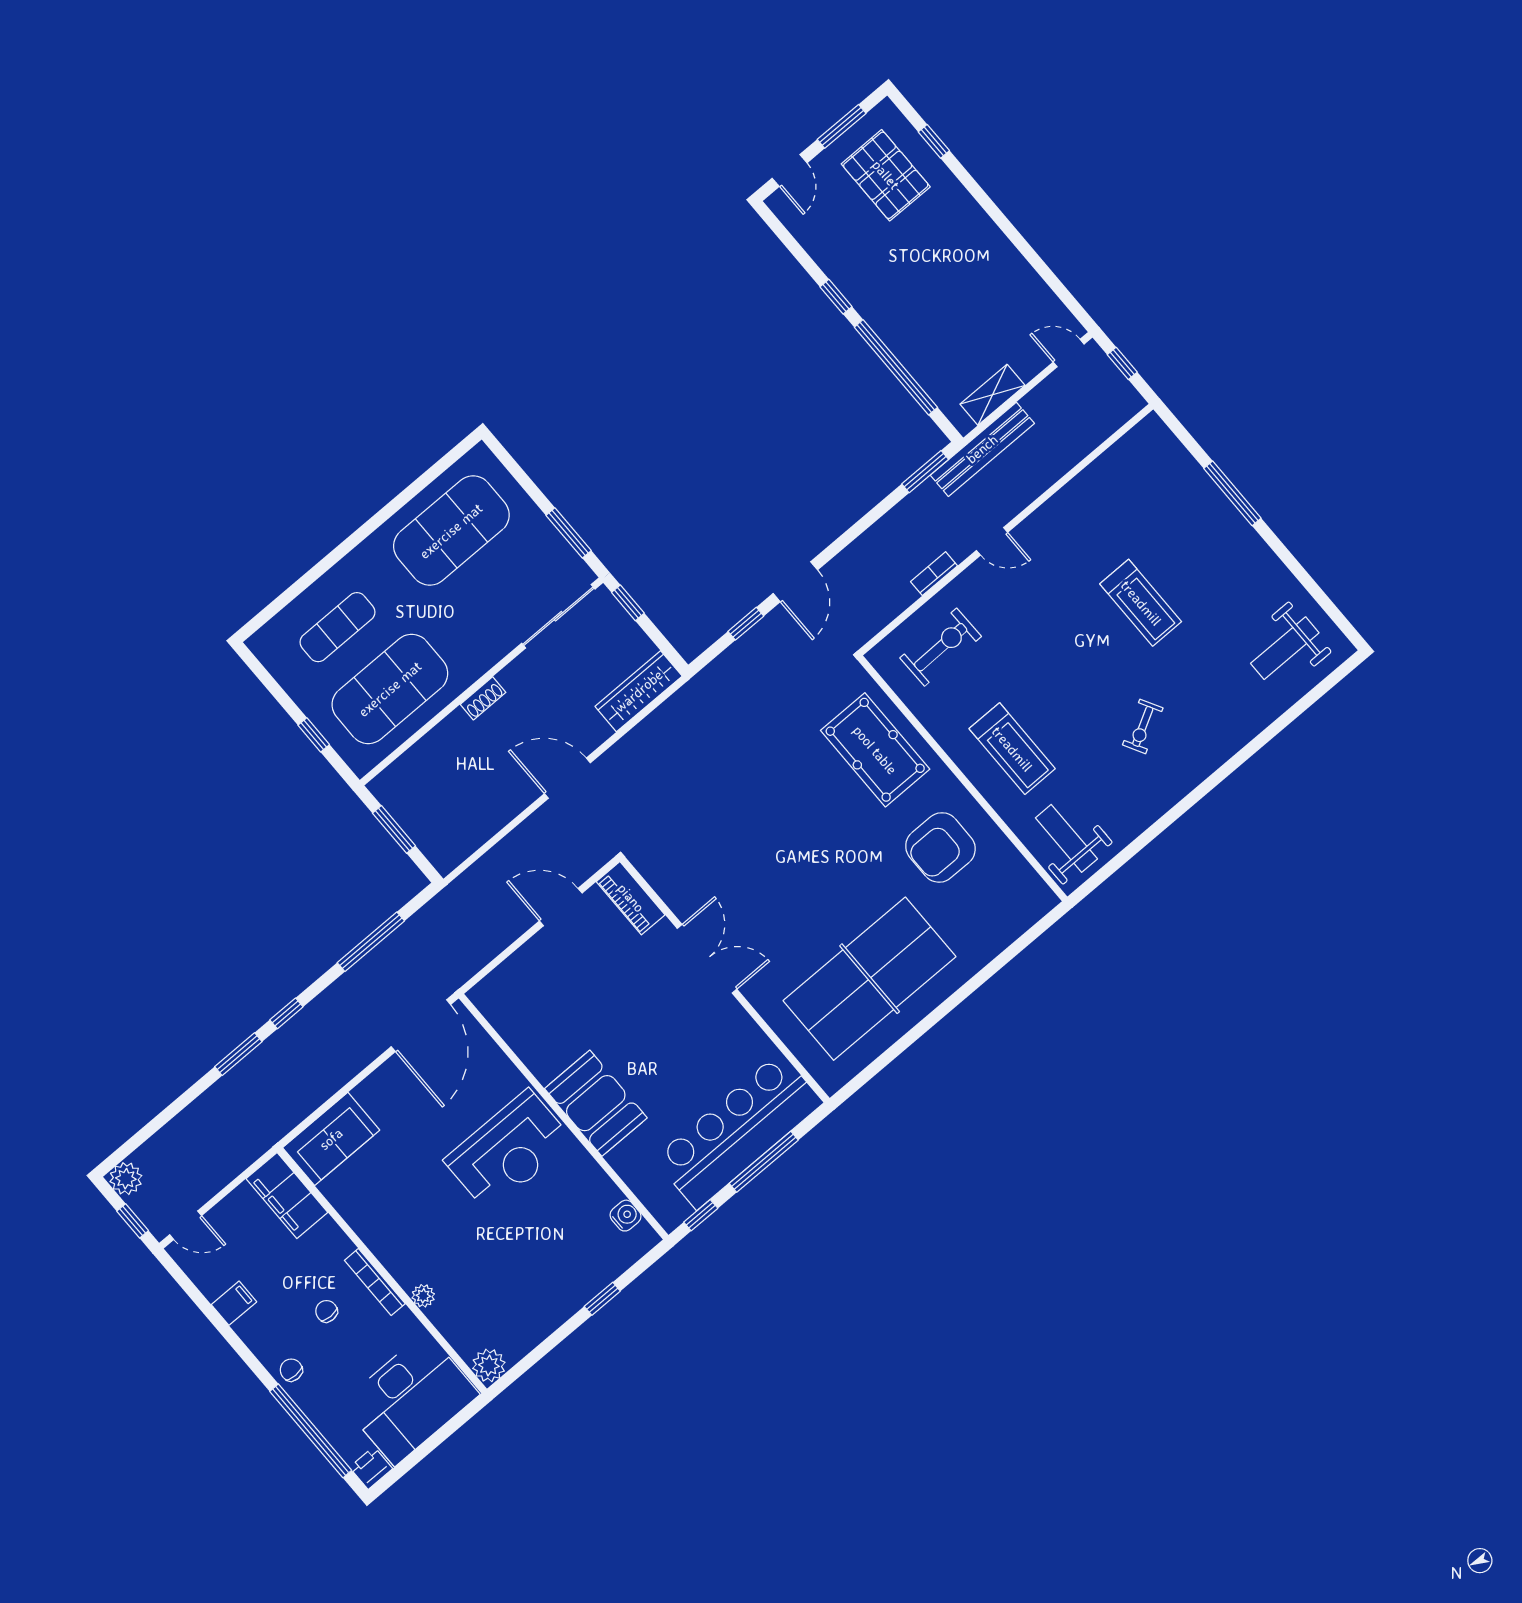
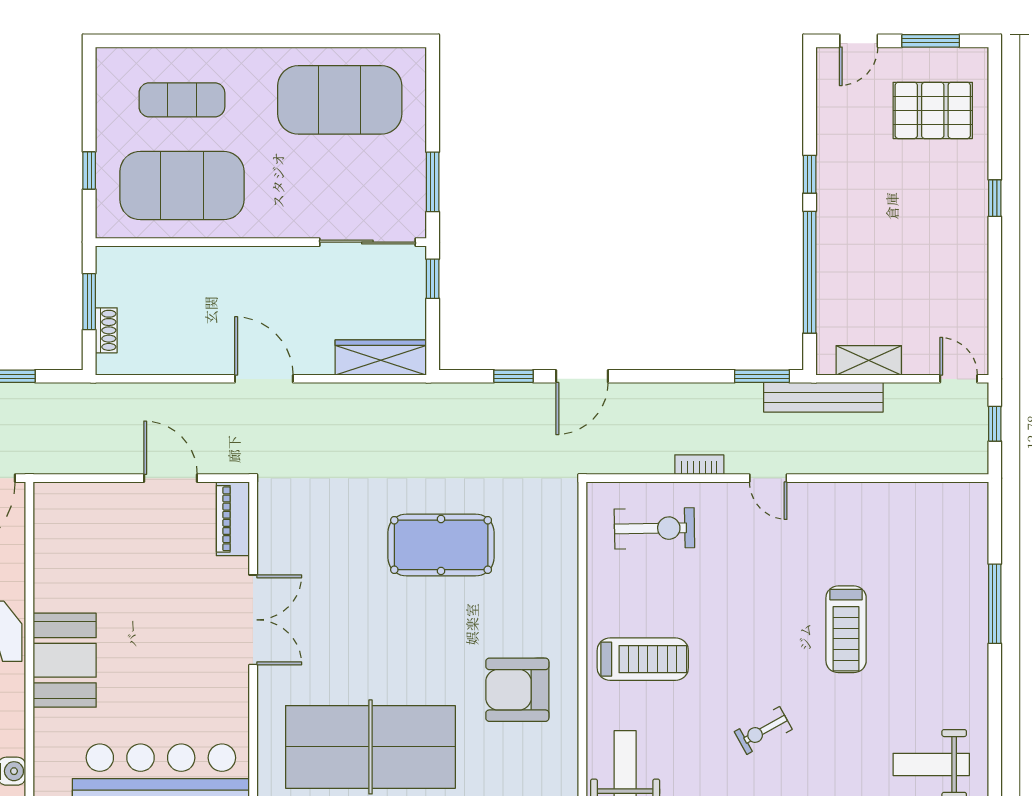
window: (934, 141) -> (995, 198), moved
pallet: (886, 175) -> (933, 110), turned 90
shoe rack: (483, 698) -> (106, 330), moved, turned -90
treadmill: (1012, 749) -> (643, 659), turned -90
pool table: (875, 750) -> (441, 545), moved, turned 90

